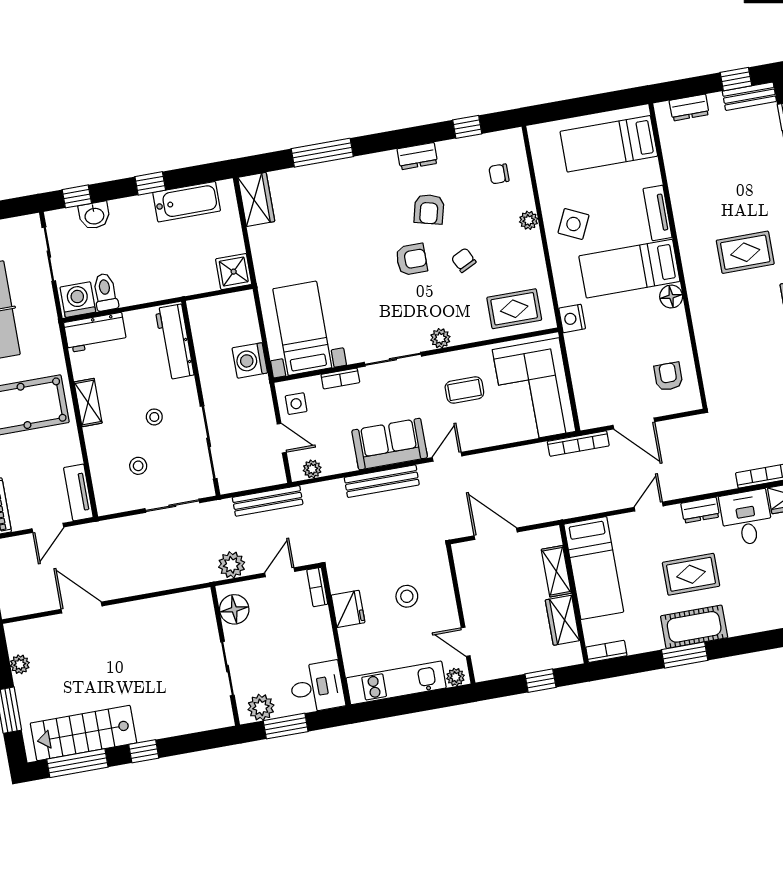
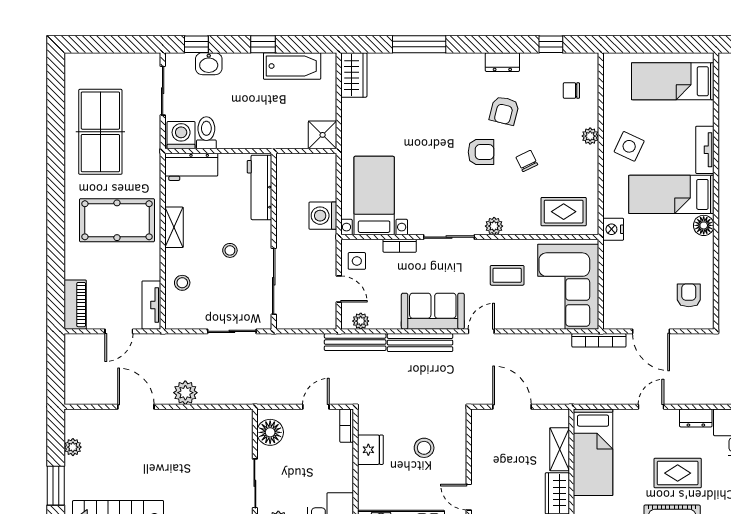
stool: (138, 466) -> (182, 283), moved
bench: (268, 501) -> (355, 342), moved
plant: (232, 565) -> (185, 393), moved

